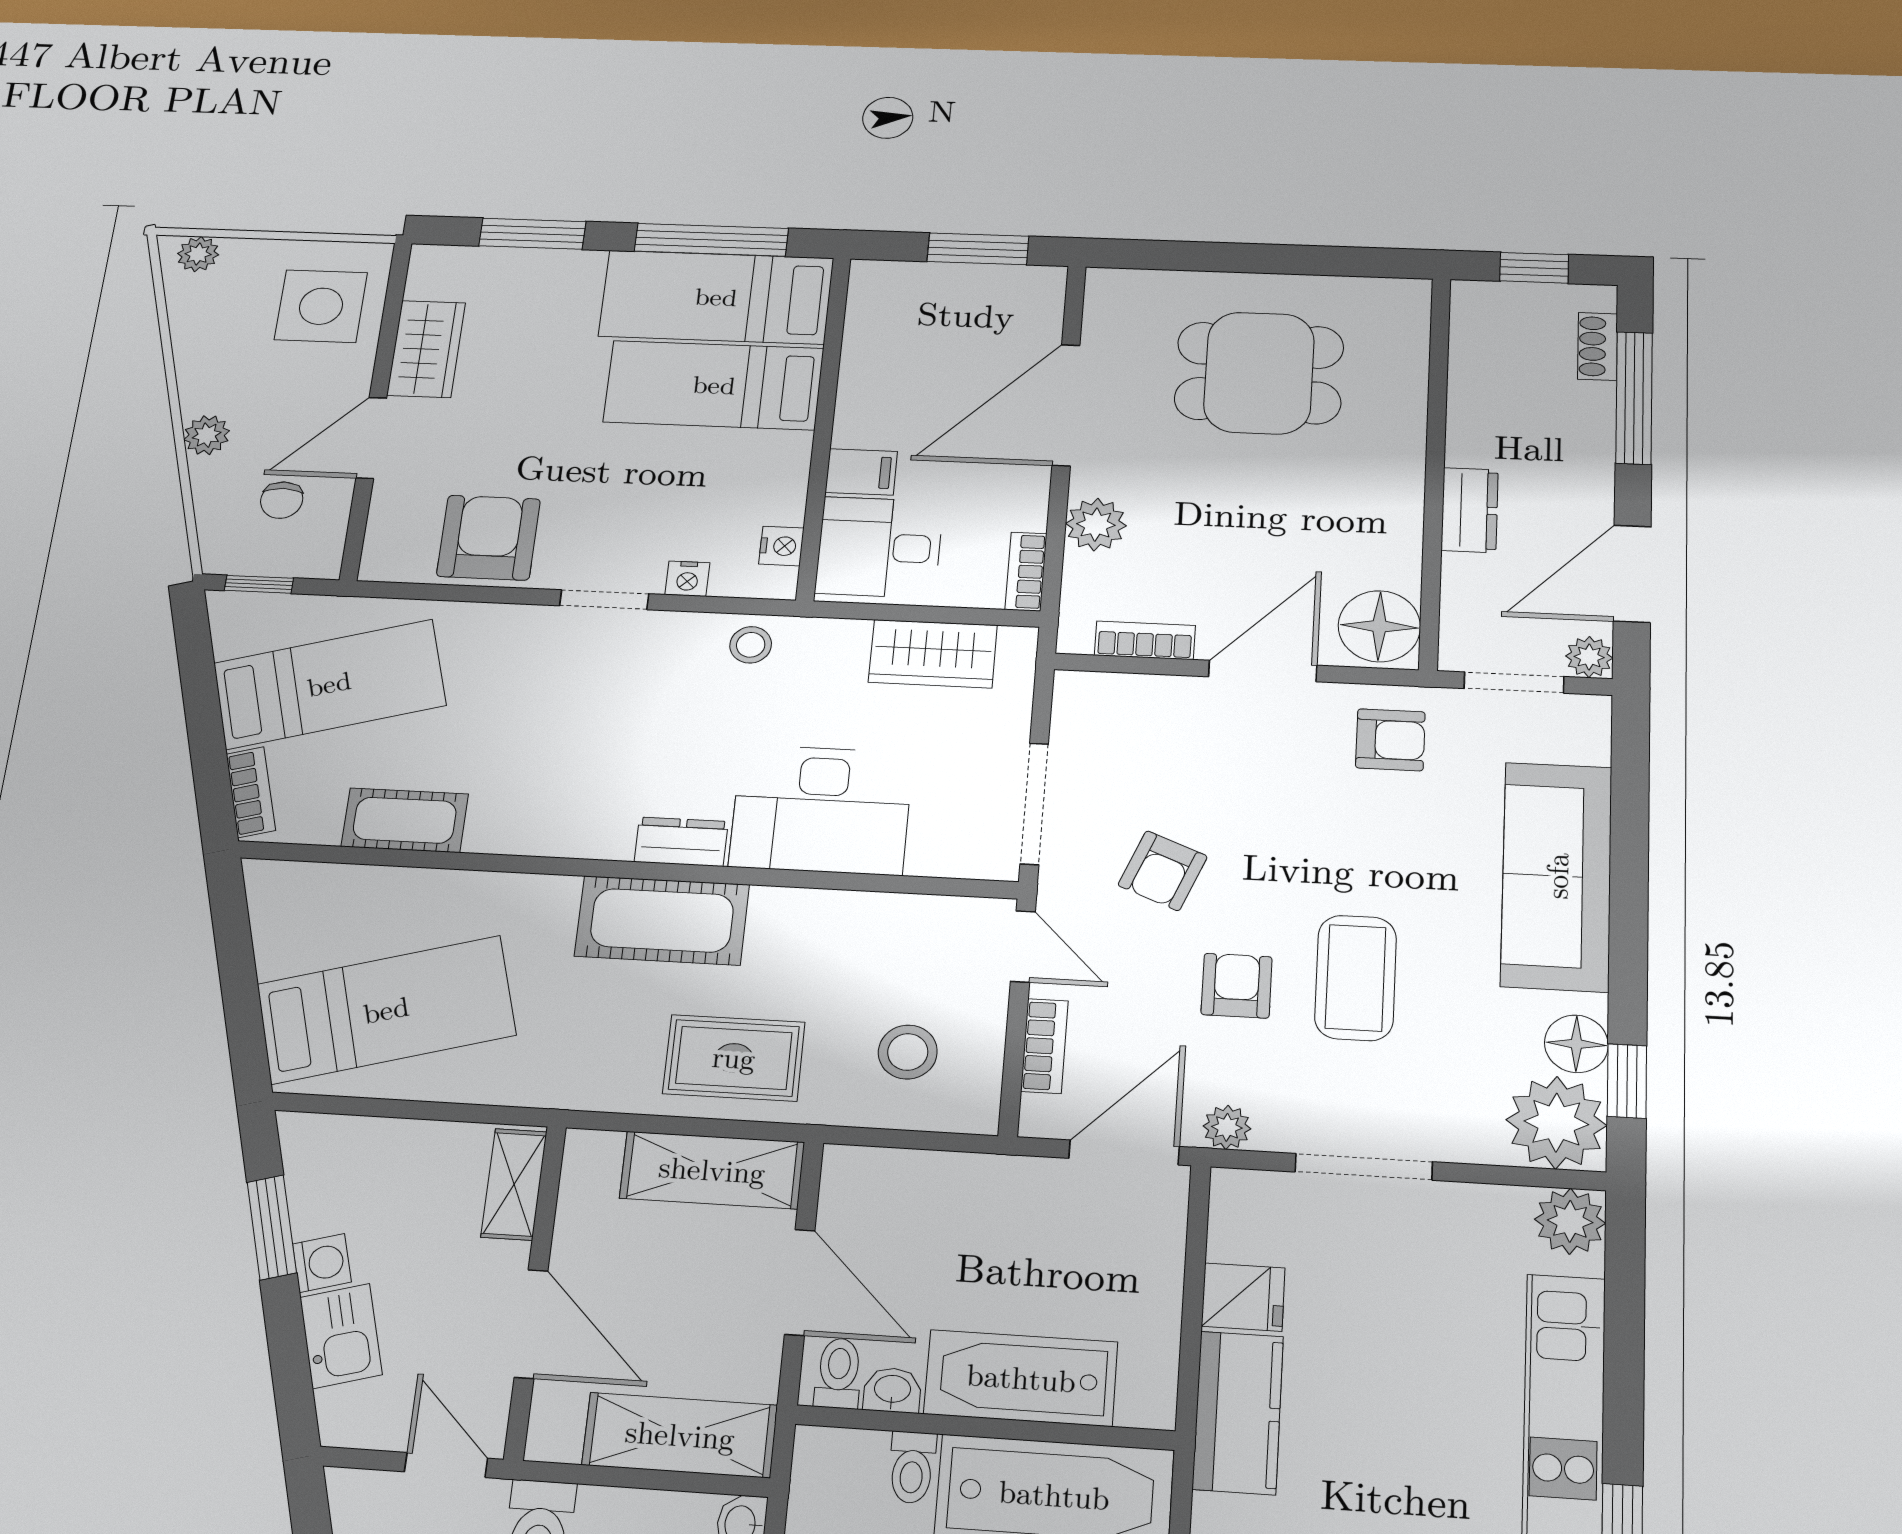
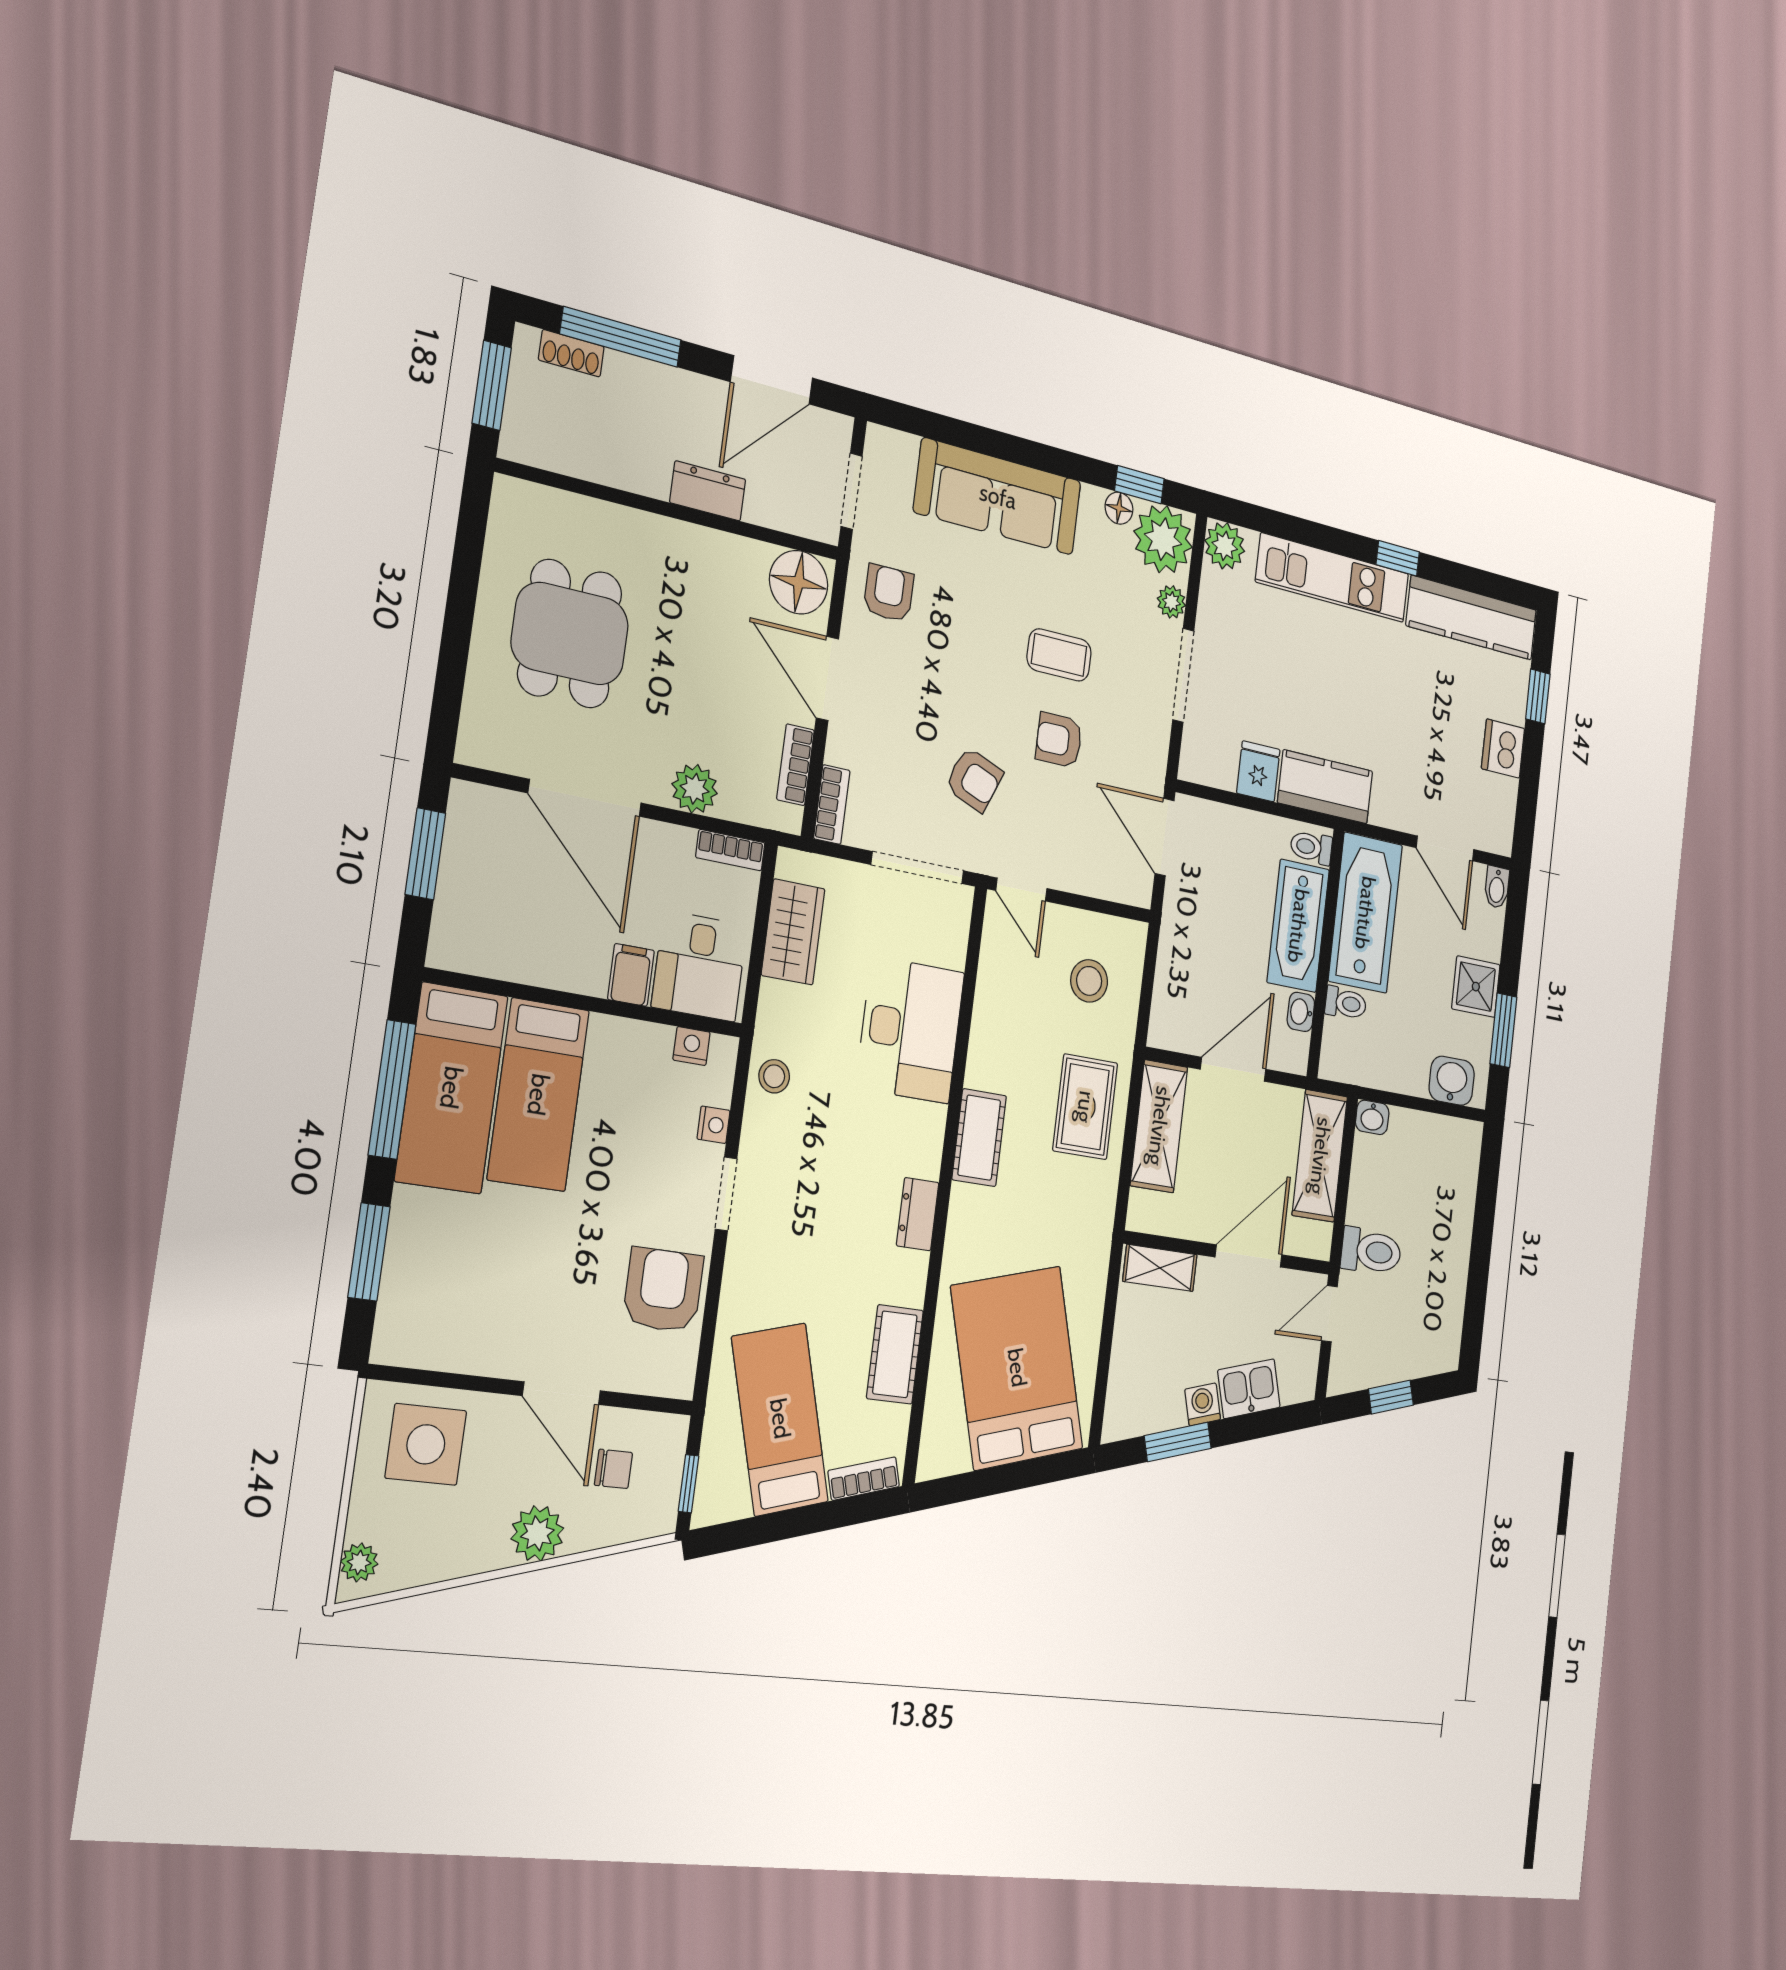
window: (1534, 268) -> (492, 385), width x1.50
wardrobe: (426, 349) -> (479, 1347), removed
plant: (207, 435) -> (537, 1533), width x1.38, depth x1.38
armchair: (488, 538) -> (663, 1290), turned 90
door: (1632, 574) -> (772, 380), hinge flipped
plant: (1589, 657) -> (836, 430), removed
dresser: (681, 842) -> (918, 1214), moved
cot: (662, 920) -> (979, 1138), width x0.73, depth x0.75
door: (1023, 946) -> (1021, 889), swing flipped
coffee table: (1356, 978) -> (1059, 655), width x0.73, depth x0.77
bed: (386, 1010) -> (1017, 1368), width x1.50
floor lamp: (1576, 1044) -> (1119, 508), width x0.73, depth x0.73
bookcase: (1044, 1046) -> (832, 805), moved, turned 90
plant: (1227, 1127) -> (1171, 602), moved
toilet: (838, 1373) -> (1311, 847), moved

